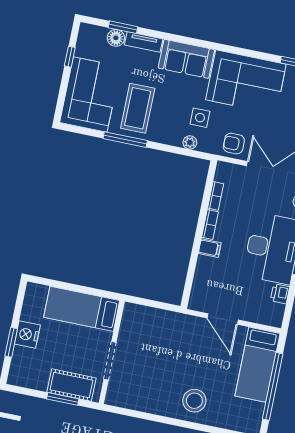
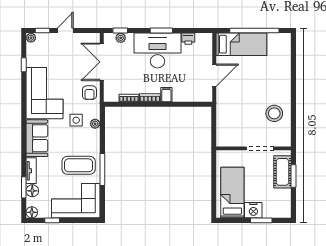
floor lamp: (87, 31) -> (32, 212), added
bed: (82, 309) -> (232, 193), moved, turned 180
stool: (194, 401) -> (274, 113), moved

